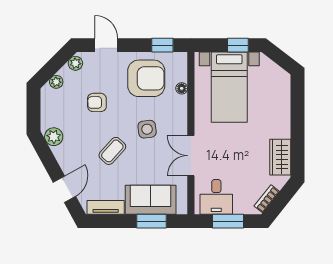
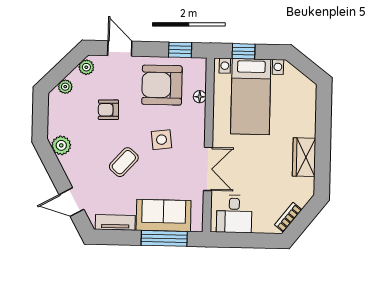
window: (238, 45) -> (244, 51), moved
armchair: (146, 78) -> (162, 85), turned 180
double door: (191, 156) -> (208, 169), swing flipped
wardrobe: (280, 157) -> (304, 157), moved
door: (64, 189) -> (71, 202), swing flipped
window: (152, 221) -> (164, 238), width x1.44
window: (228, 221) -> (246, 240), removed

